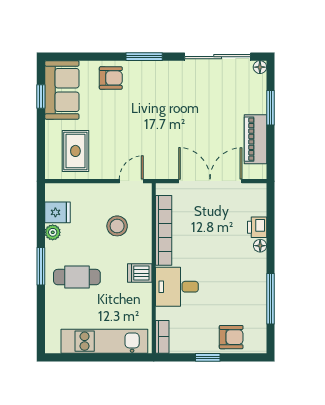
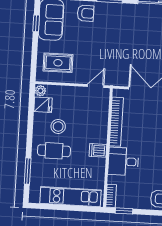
rug: (75, 151) -> (58, 63), turned 90
stool: (117, 226) -> (58, 126), moved
plant: (53, 232) -> (40, 91), moved
window: (41, 266) -> (28, 171), moved
window: (208, 357) -> (124, 211), moved

